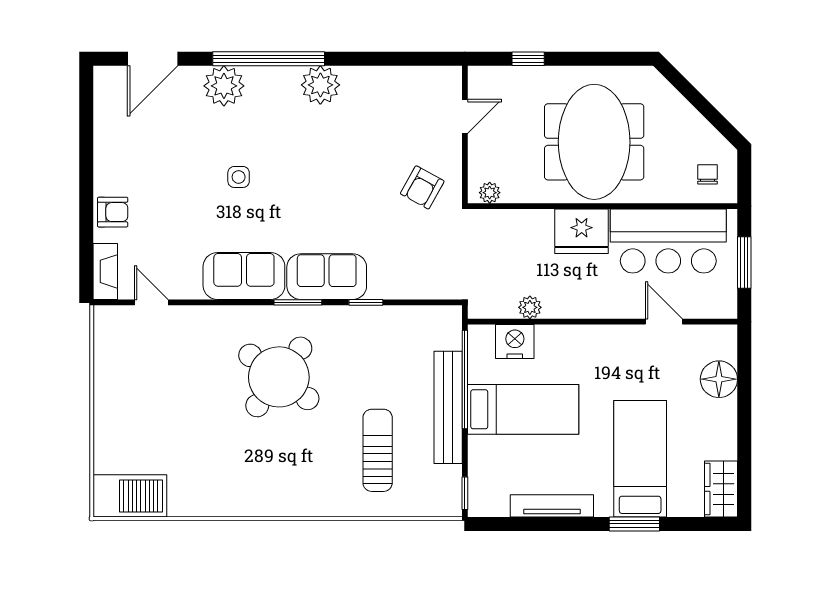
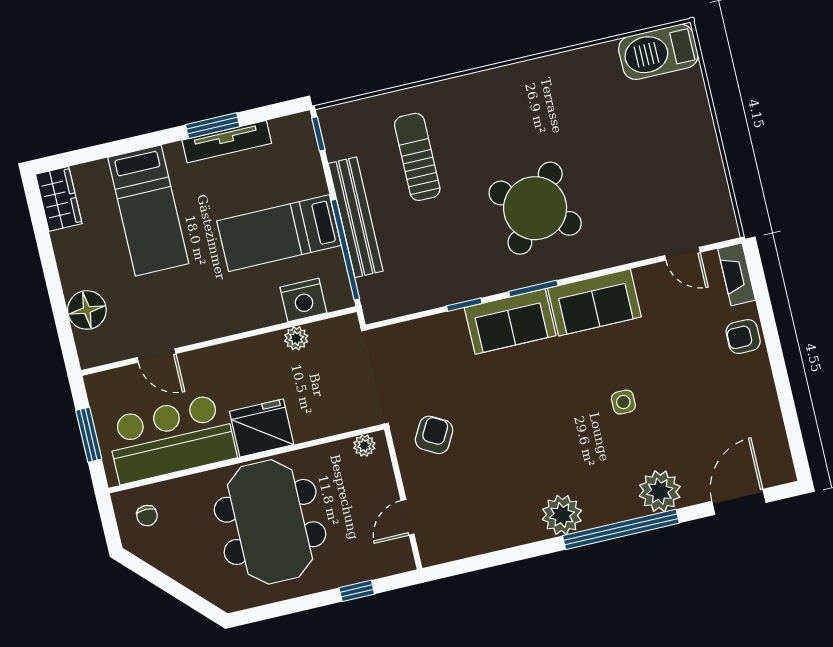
sun lounger: (378, 450) -> (417, 157), turned 180
window: (634, 524) -> (213, 126), moved

